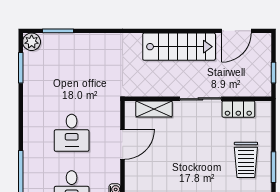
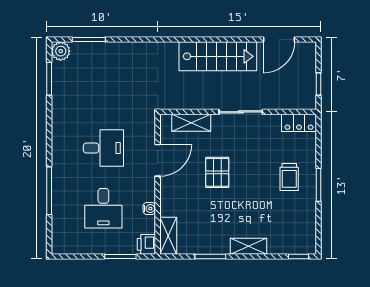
locker: (238, 109) -> (299, 123), moved
desk: (72, 133) -> (103, 148), turned -90
pallet: (178, 155) -> (217, 172), added
trolley: (246, 160) -> (289, 177), width x0.73, depth x0.72

